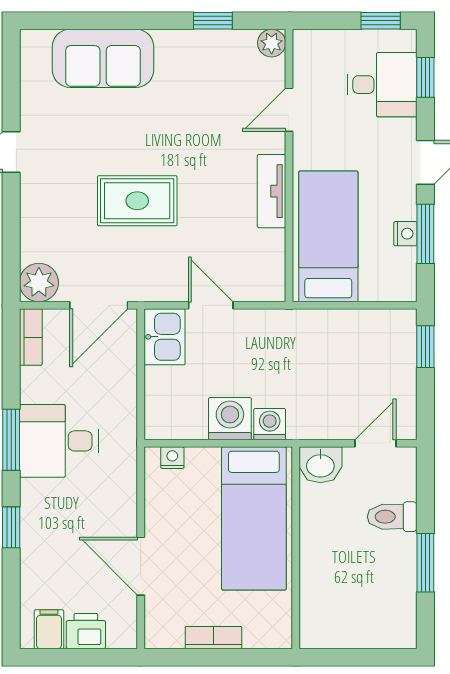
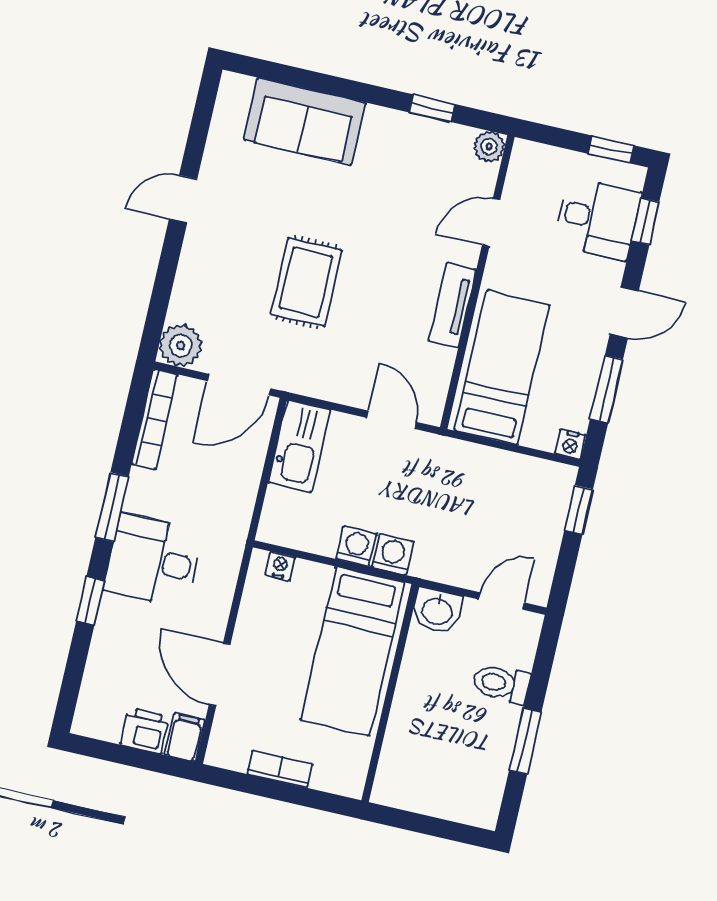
rug: (137, 201) -> (306, 282), turned 90
nightstand: (405, 234) -> (570, 444), moved, turned 90
door: (211, 305) -> (391, 420), moved
bookcase: (31, 337) -> (155, 419), width x1.56
kitchen sink: (165, 337) -> (299, 446), width x1.38
washing machine: (230, 419) -> (356, 546), width x0.73, depth x0.73
desk: (59, 441) -> (153, 561), moved
filing cabinet: (49, 629) -> (185, 738), moved

